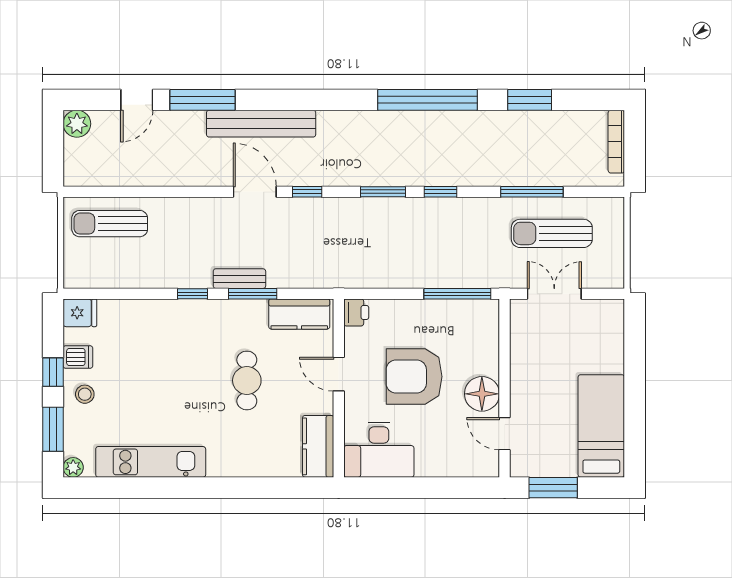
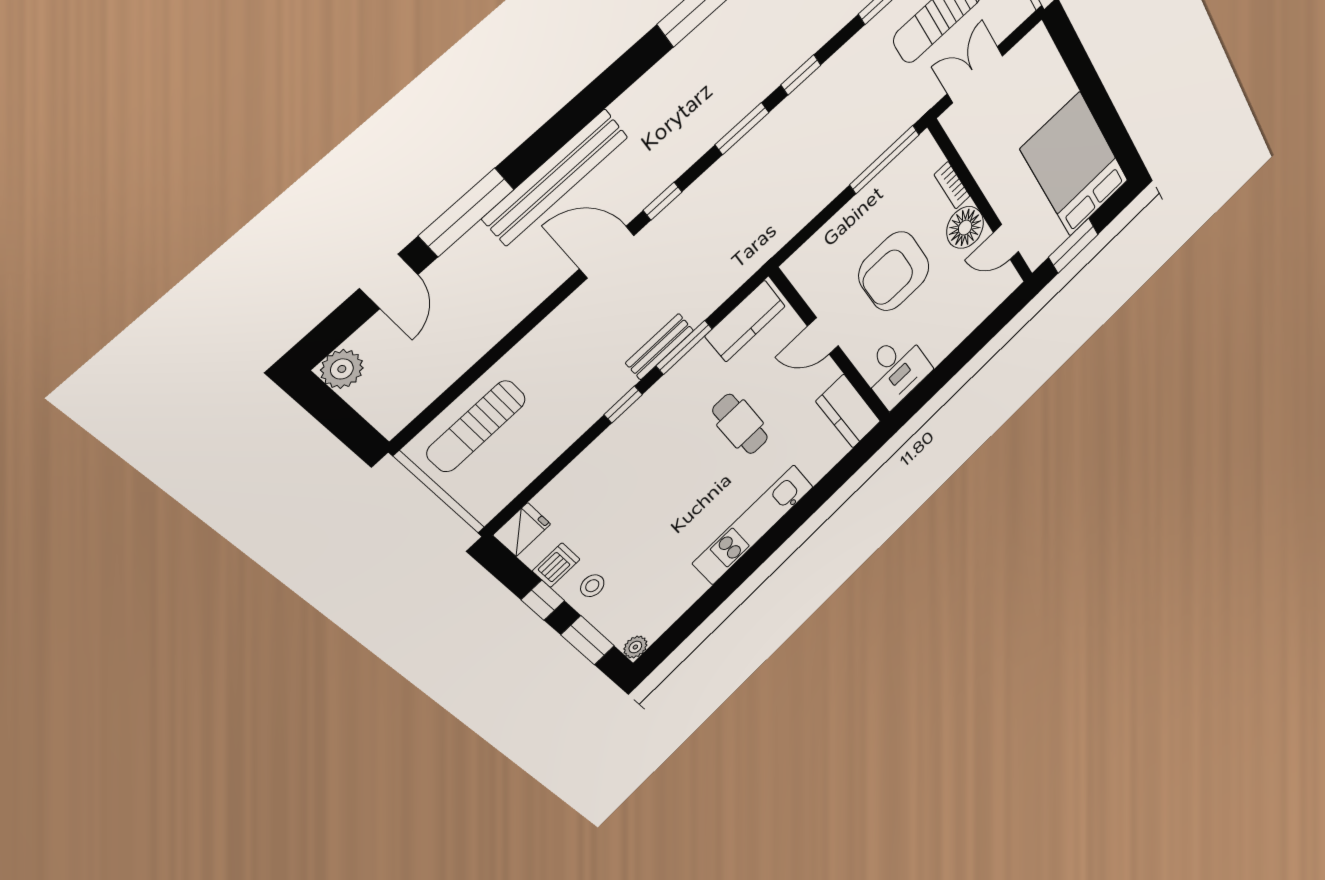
printer: (356, 312) -> (800, 268), removed
bookcase: (492, 355) -> (952, 185), added
bed: (601, 426) -> (1075, 165), width x1.50
desk: (379, 450) -> (896, 370), width x0.73
kitchen unit: (151, 462) -> (753, 525), moved

